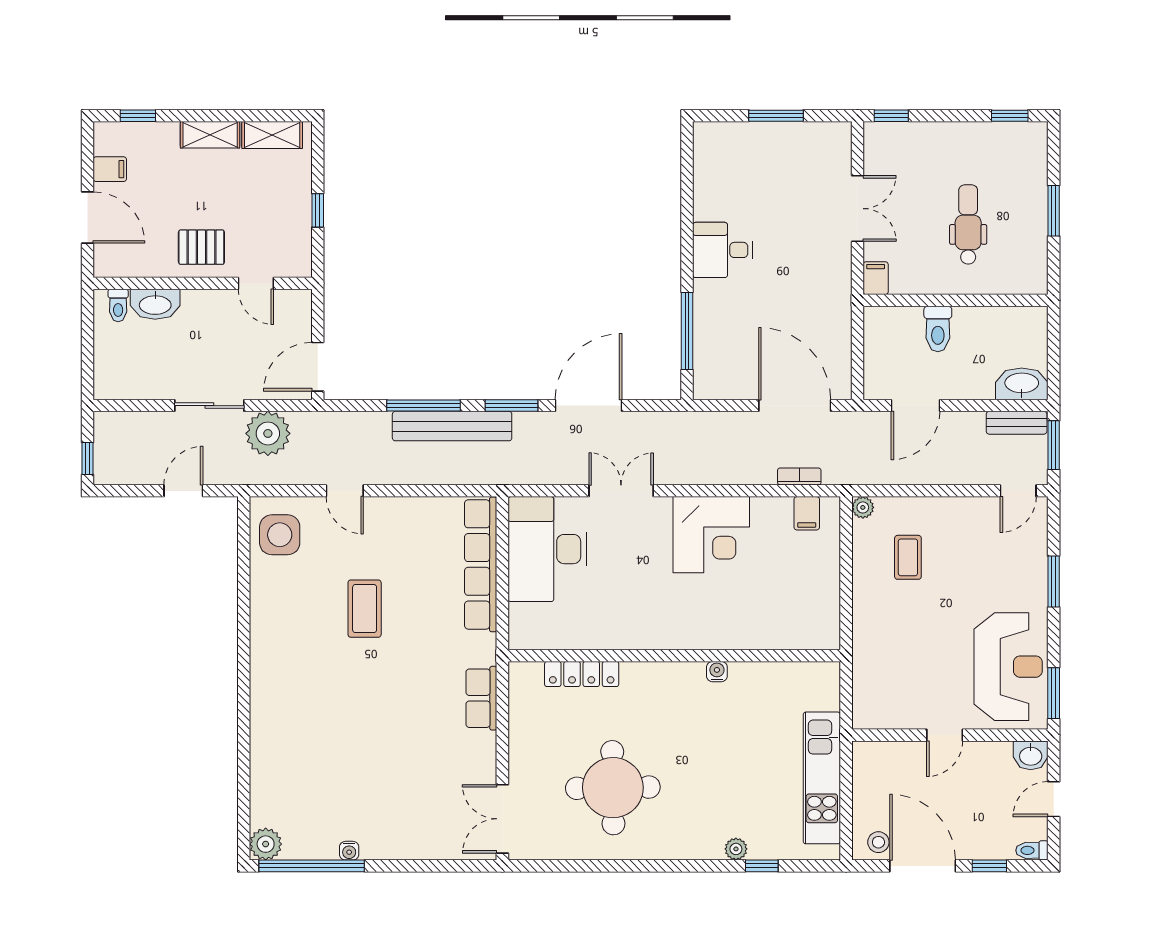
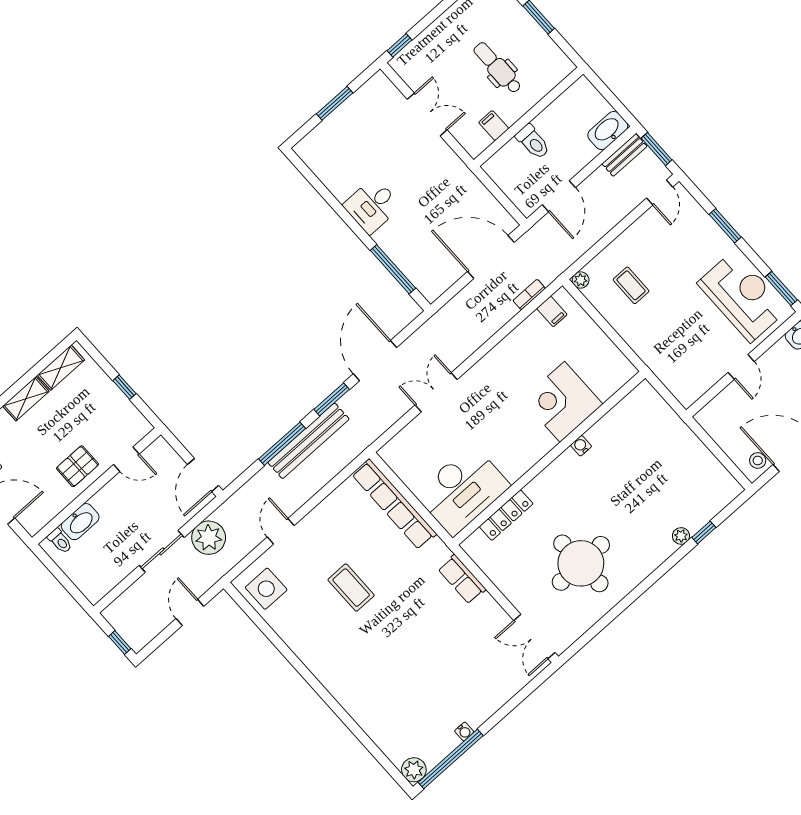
filing cabinet: (876, 278) -> (494, 126), moved
door: (345, 491) -> (281, 531), swing flipped
corner desk: (711, 535) -> (562, 402), moved, turned 180
desk: (547, 549) -> (462, 490), moved, turned -90
kitchen unit: (822, 778) -> (694, 453), removed

